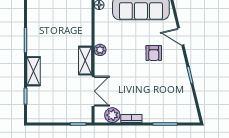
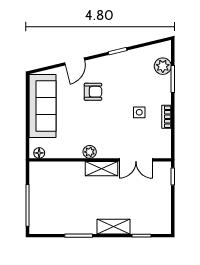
double door: (93, 91) -> (136, 160), swing flipped
side table: (135, 94) -> (139, 112), added
plant: (112, 115) -> (163, 66), moved

